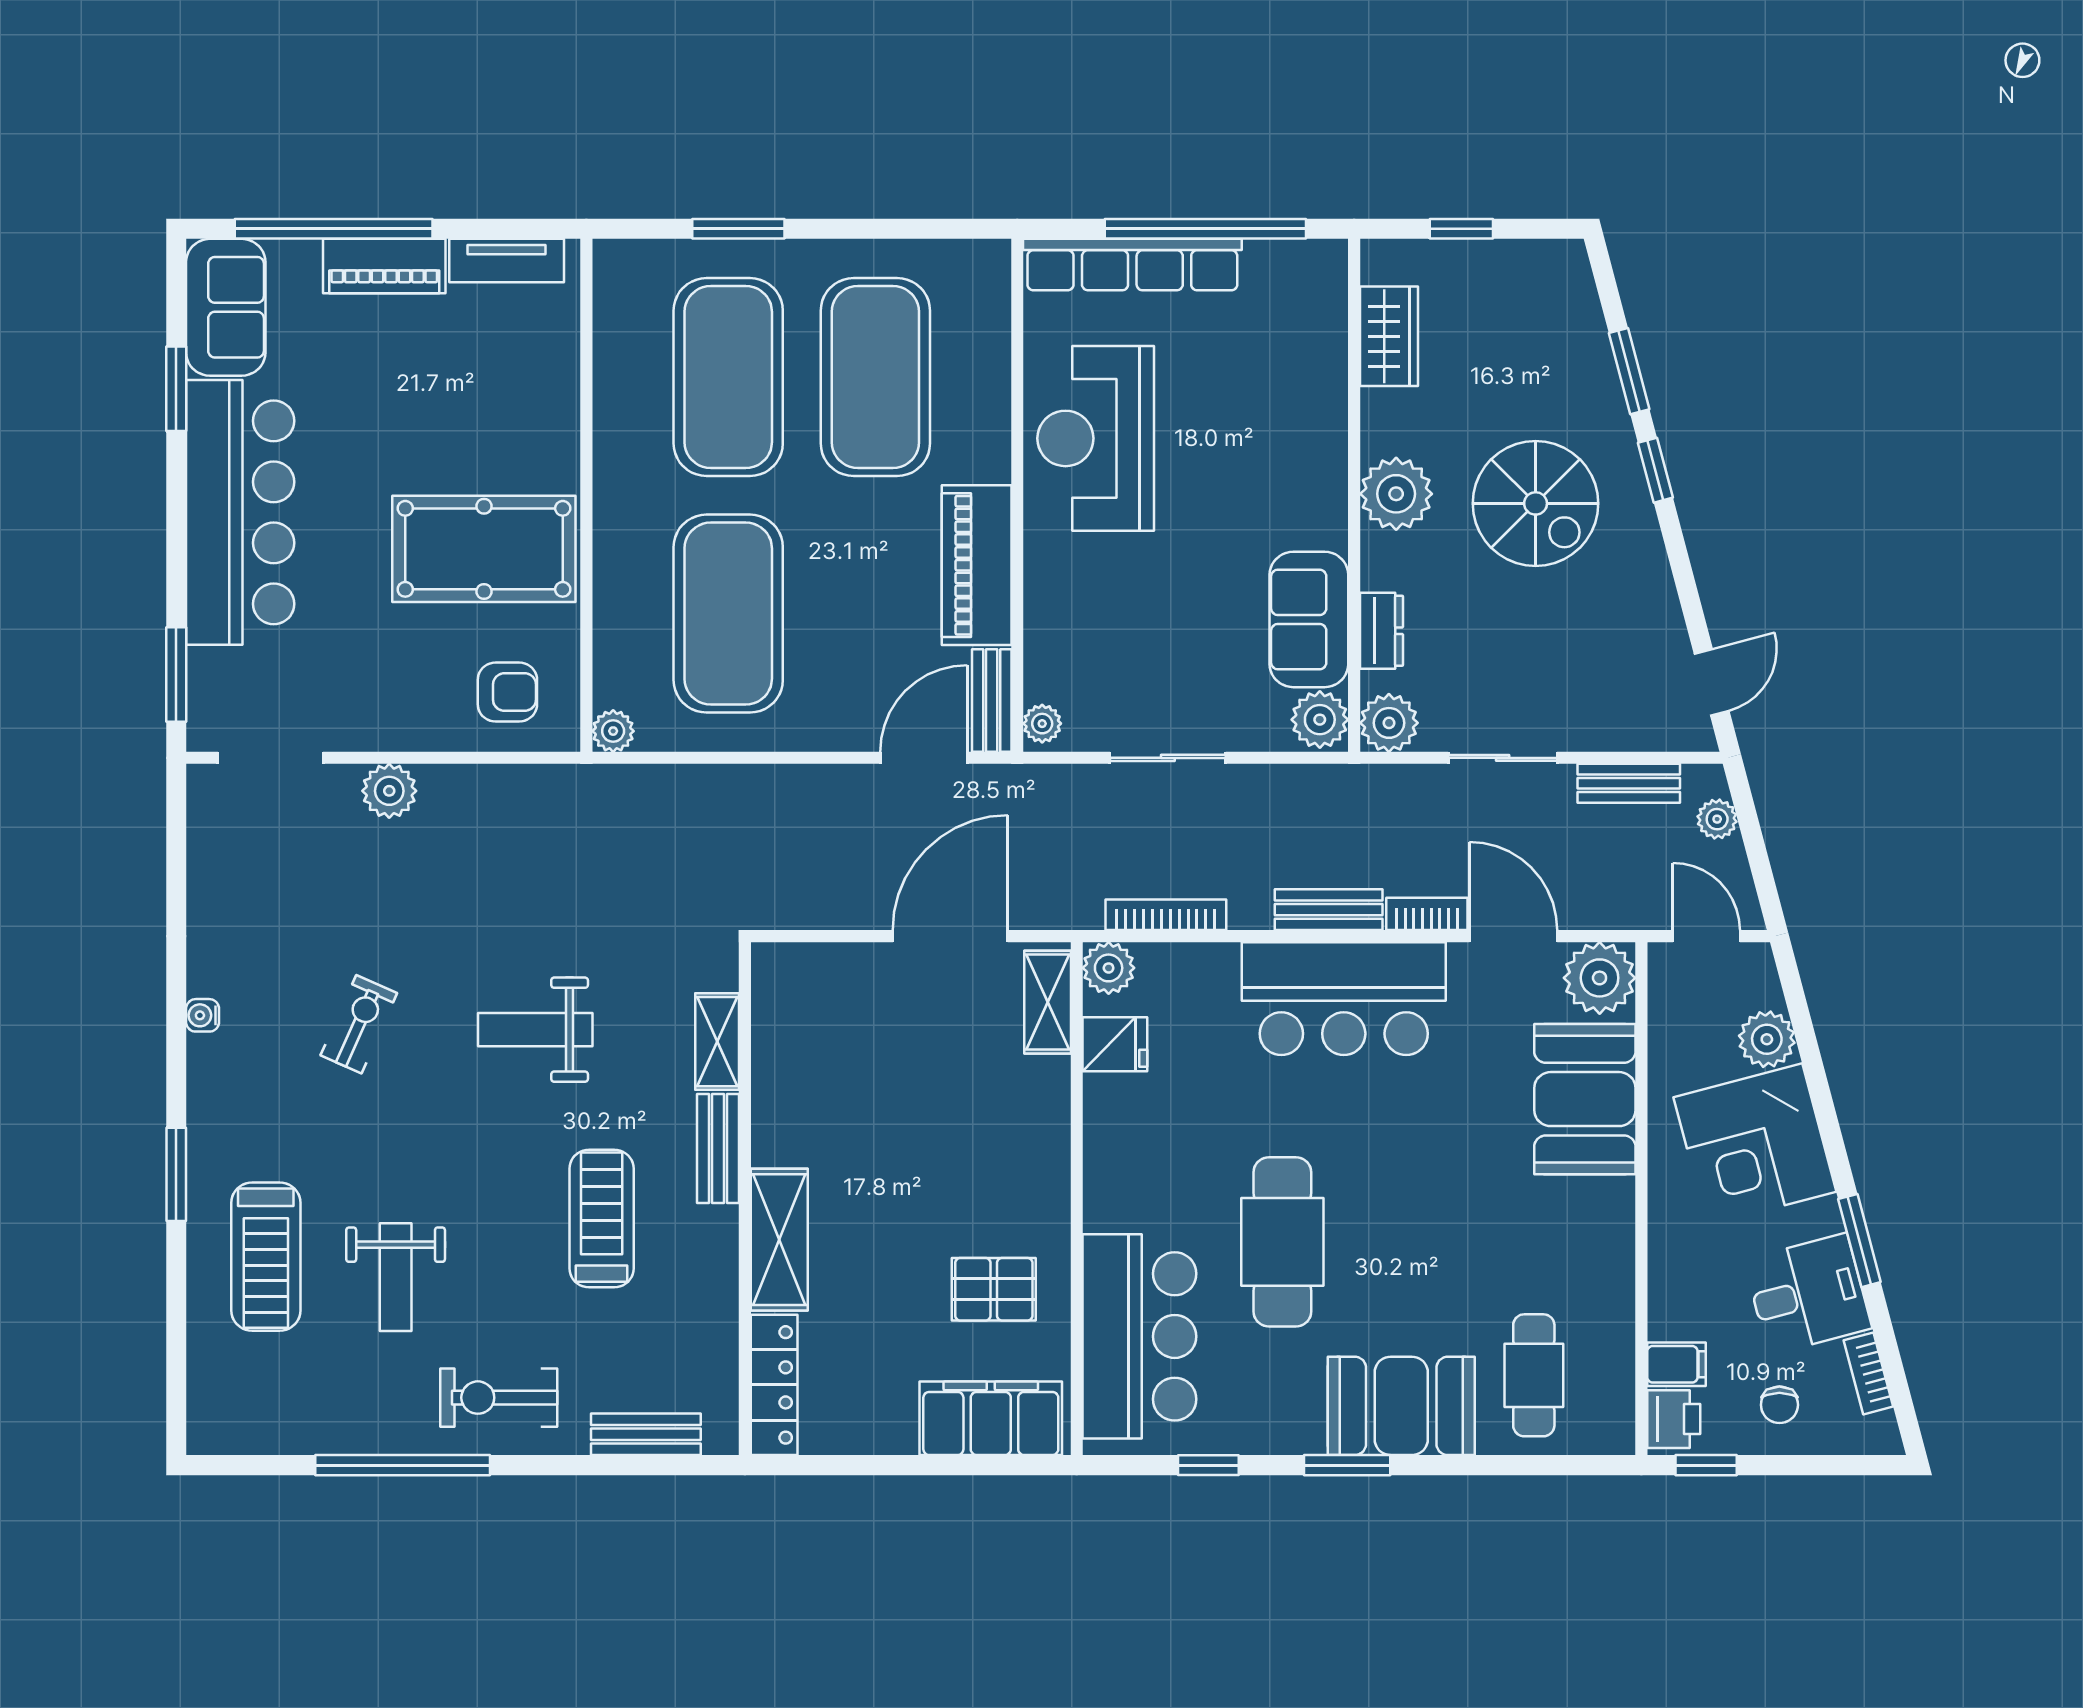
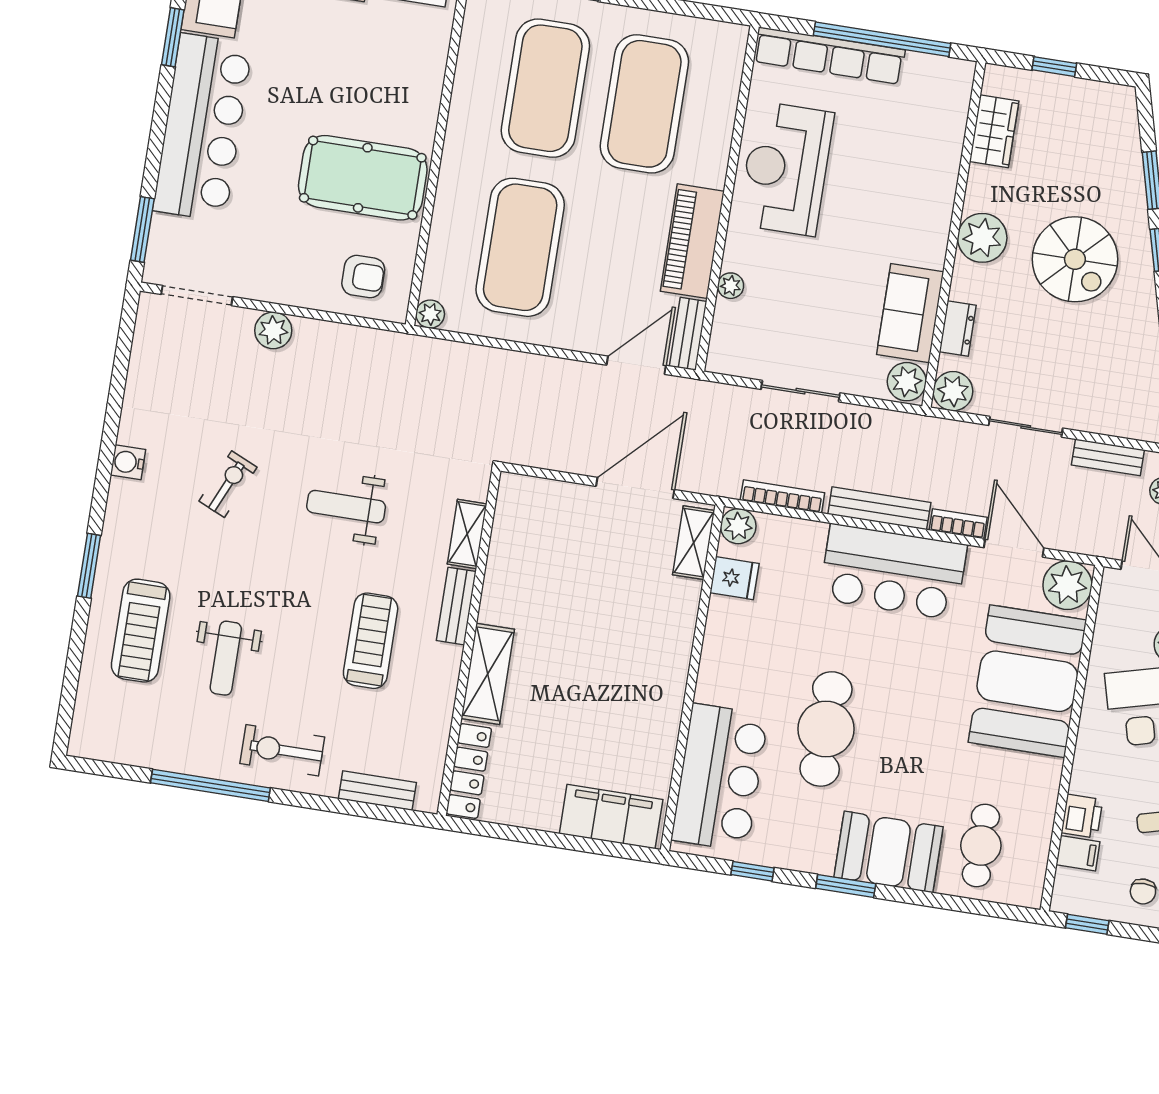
plant: (1042, 724) -> (731, 286), moved
bench: (1329, 910) -> (879, 508), width x1.36
water cooler: (203, 1015) -> (128, 462), width x1.38, depth x1.38
booth: (1585, 1099) -> (1027, 681), width x1.36, depth x1.42
pallet: (994, 1289) -> (627, 730), removed
printer: (1674, 1419) -> (1082, 816), moved

